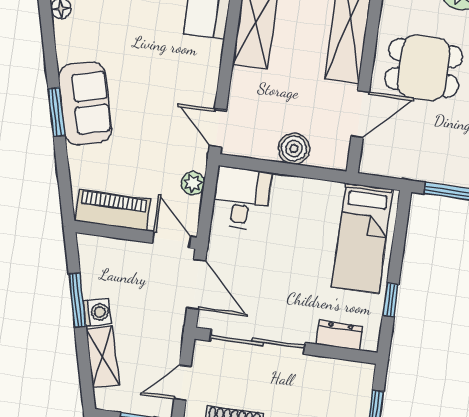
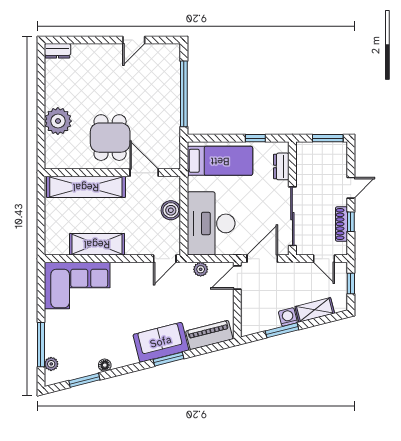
desk: (241, 198) -> (211, 223), width x1.87, depth x1.30
piano: (113, 210) -> (209, 335), moved, turned 76

